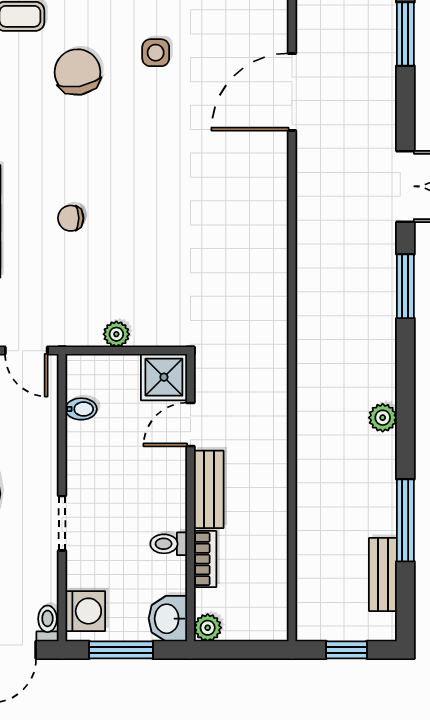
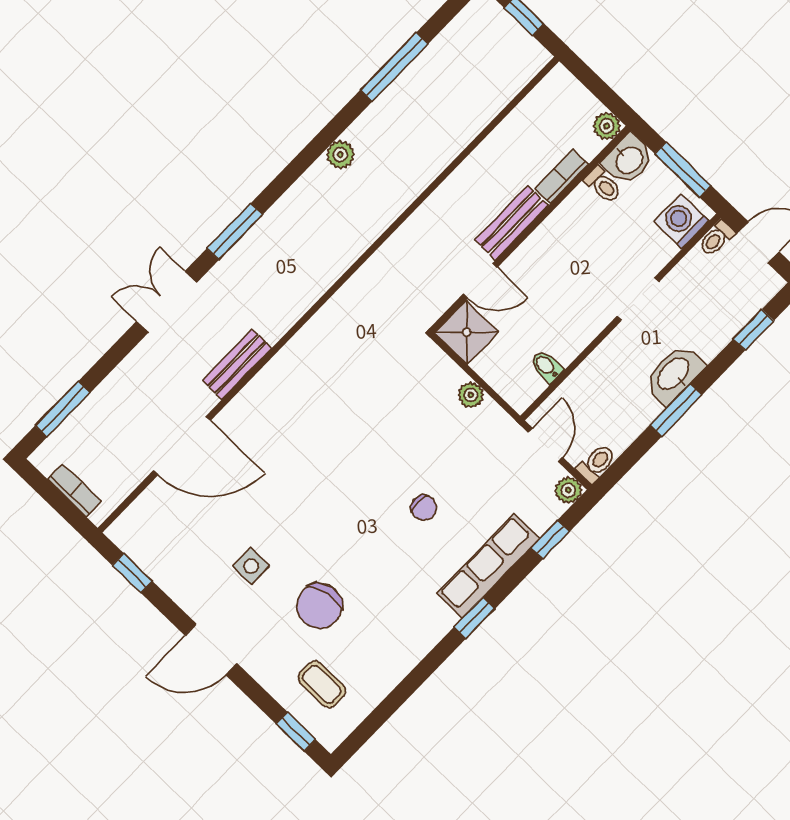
toilet: (169, 544) -> (603, 185), moved
bench: (383, 574) -> (237, 364), moved

